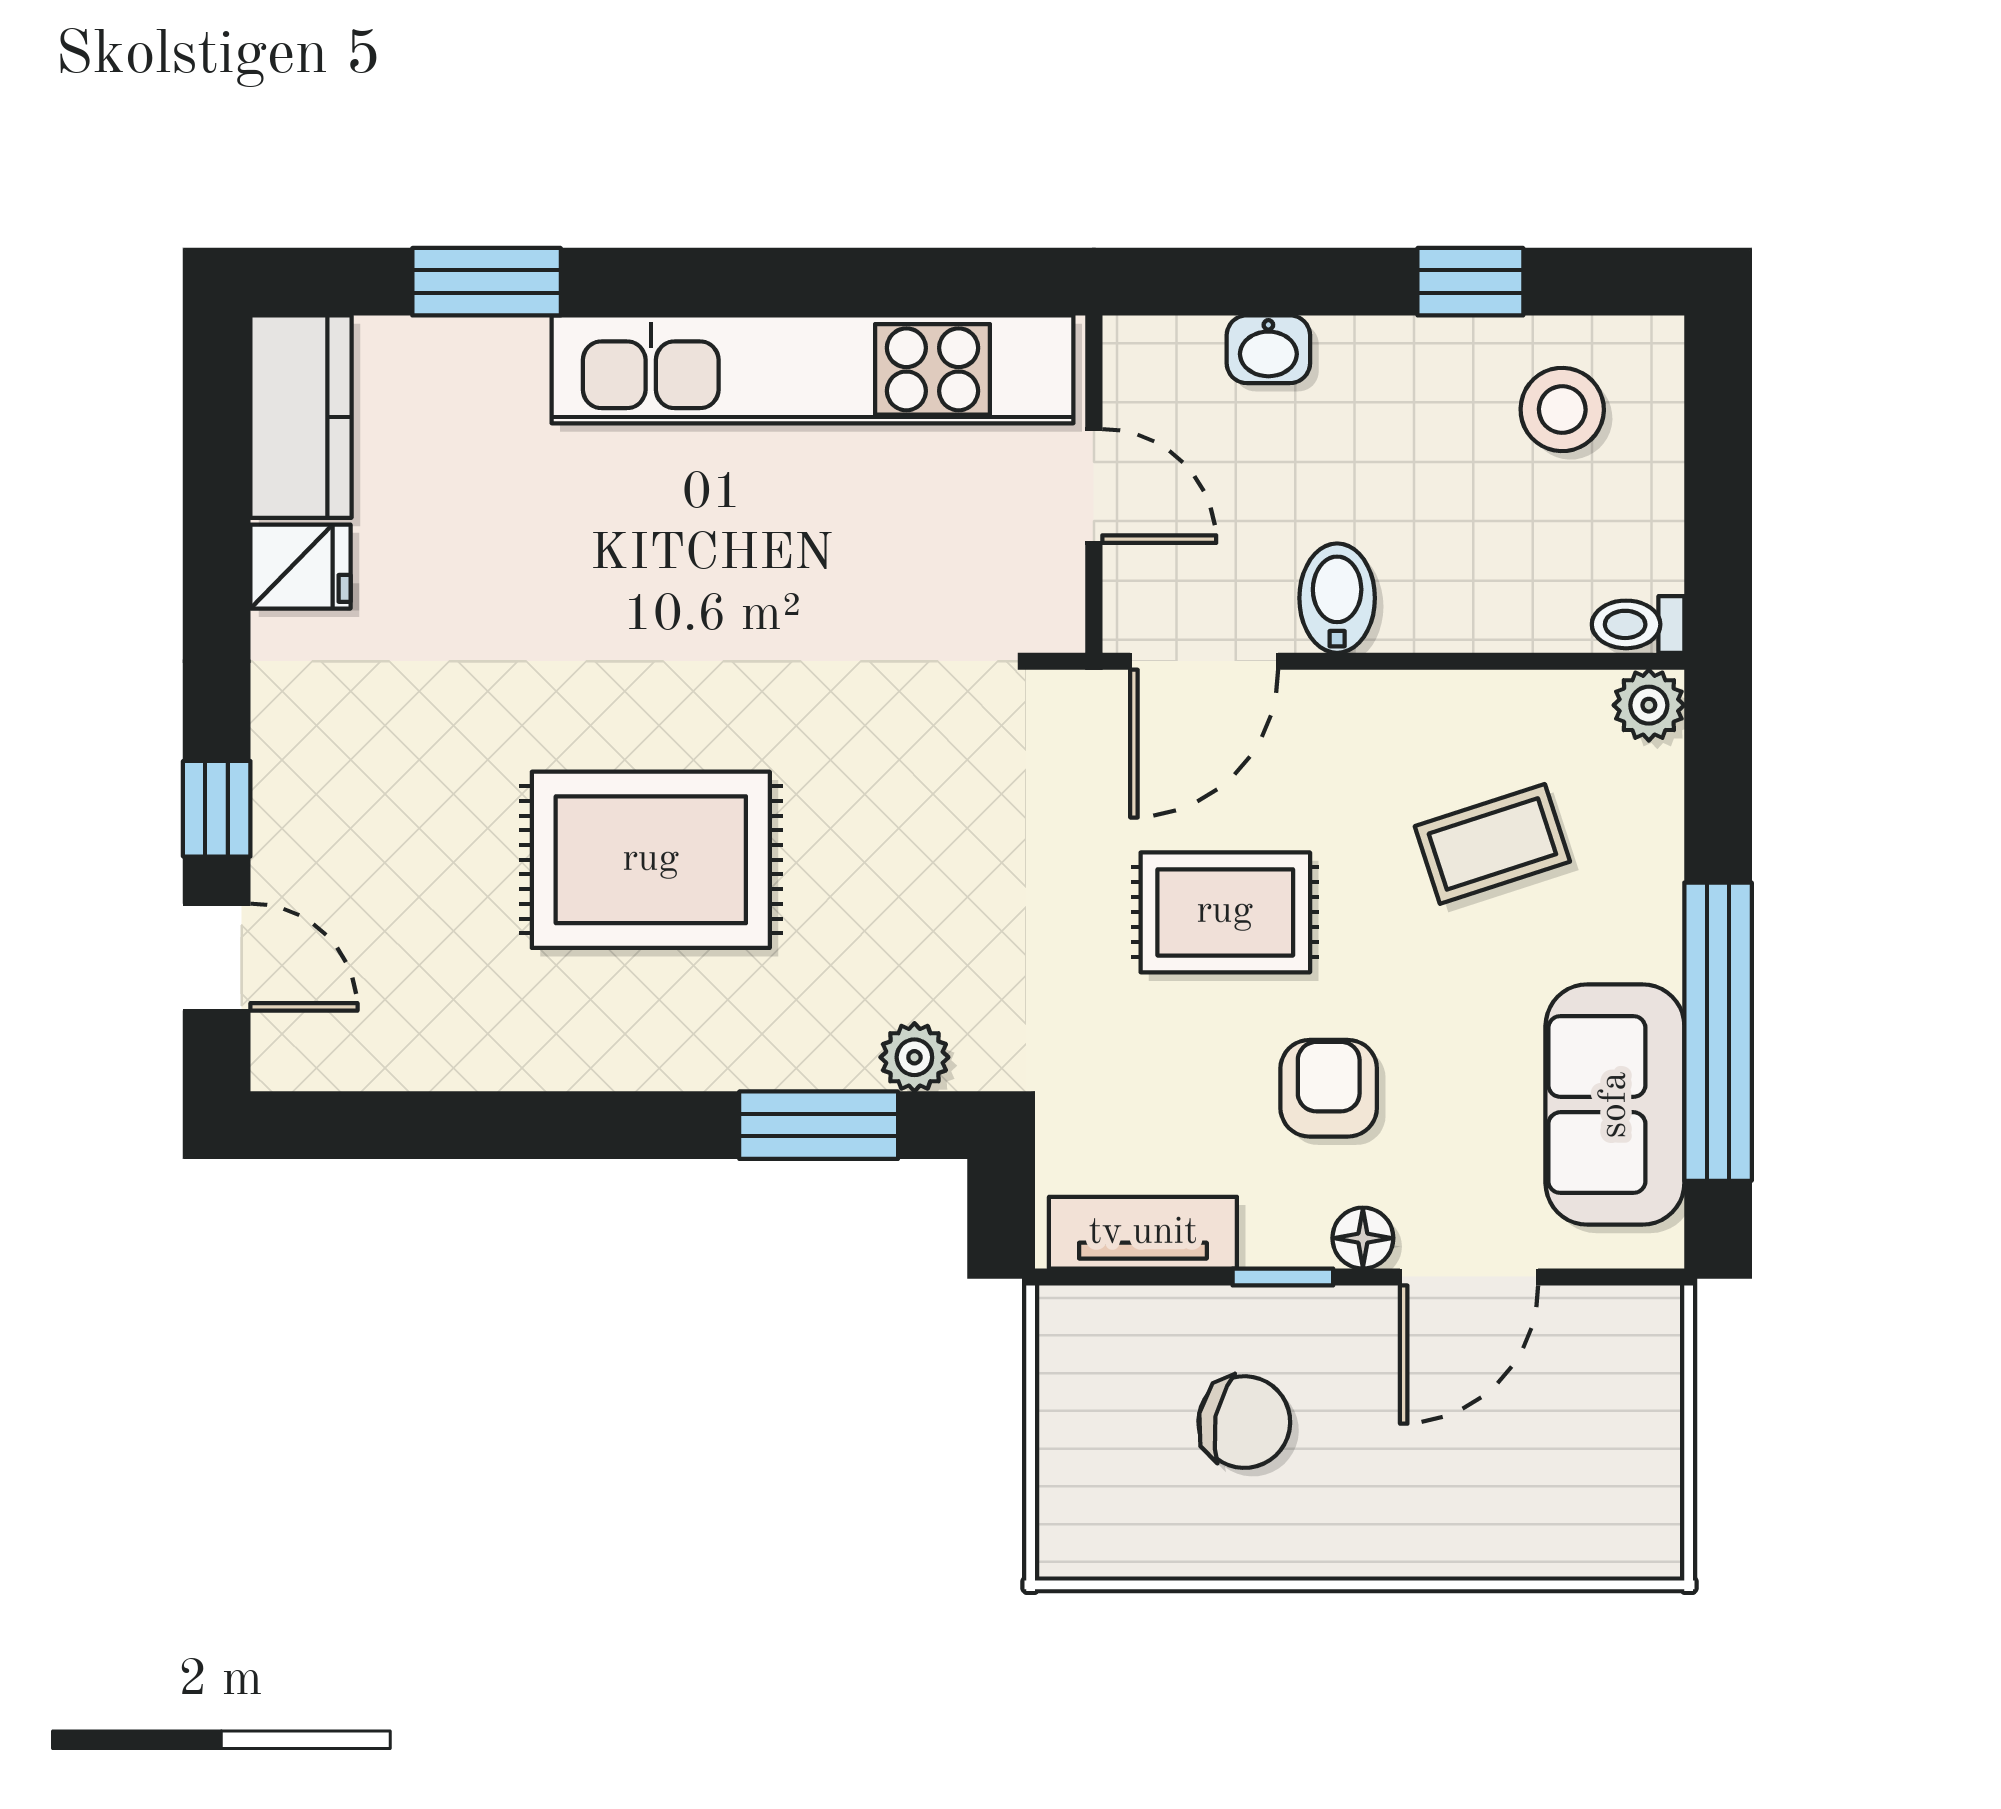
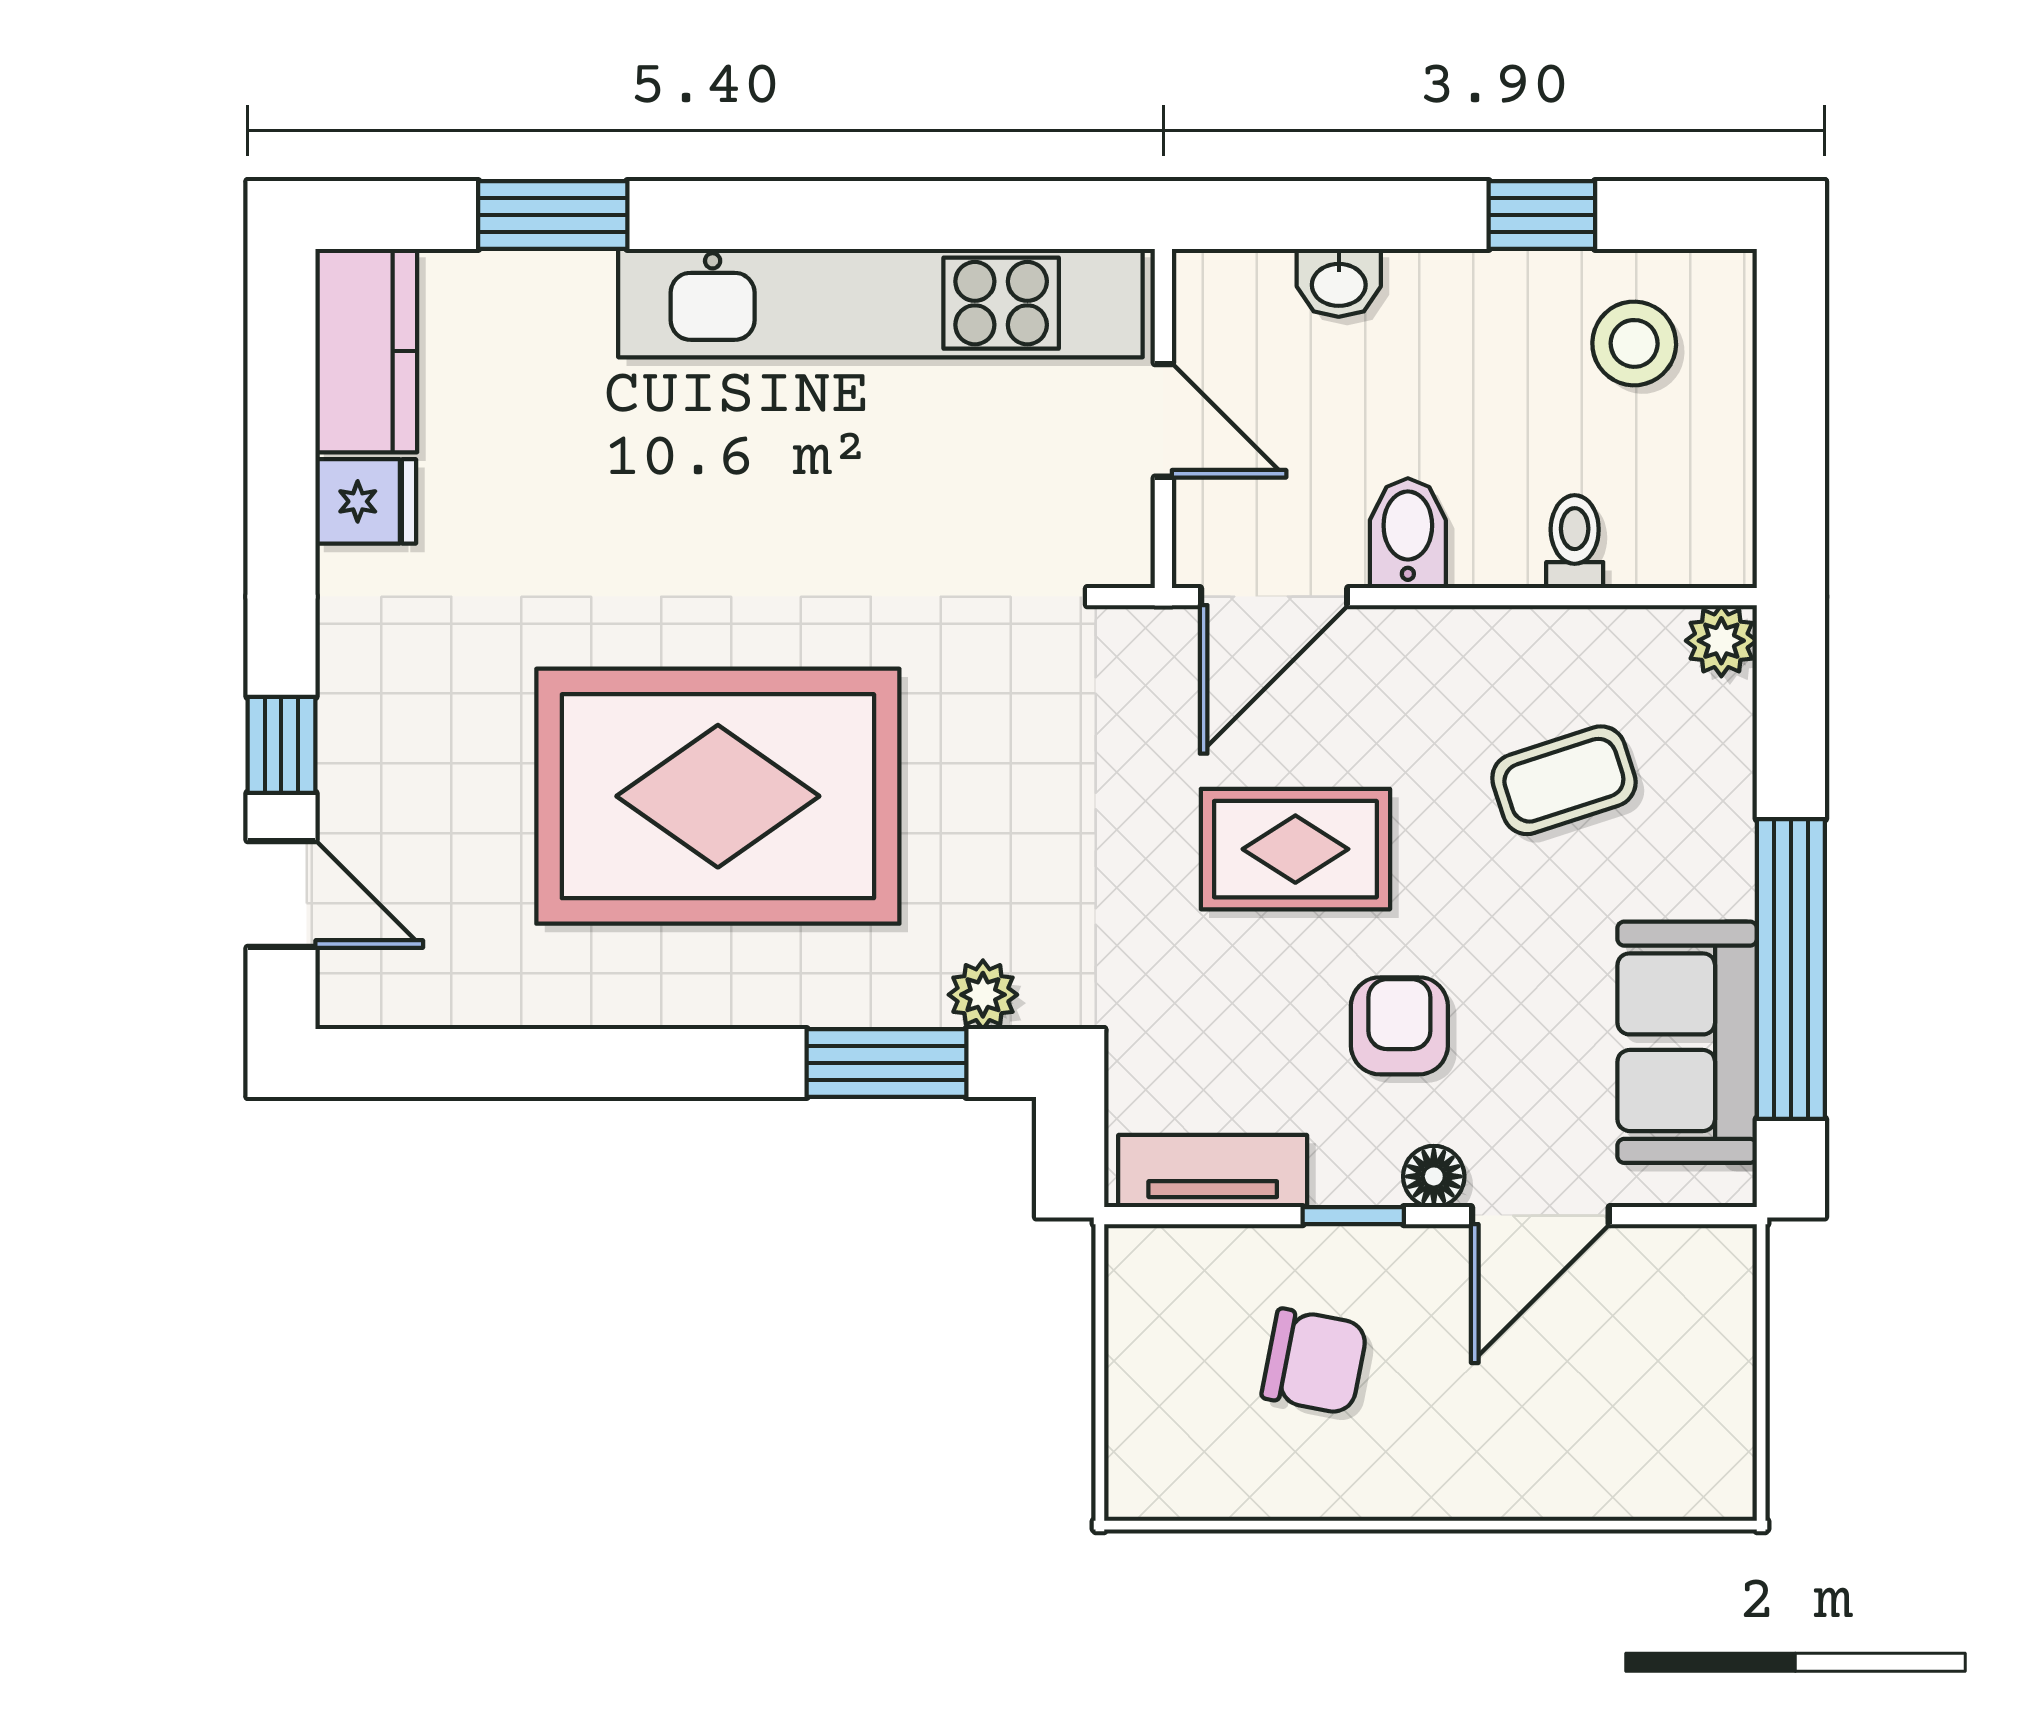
toilet: (1638, 624) -> (1575, 542), moved, turned 90
rug: (651, 860) -> (718, 796), width x1.37, depth x1.44

